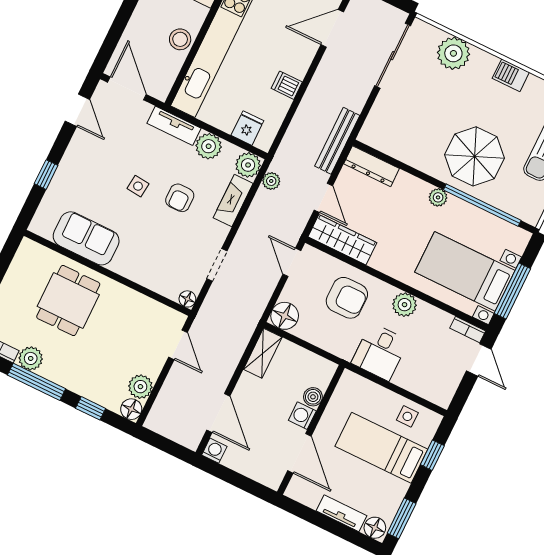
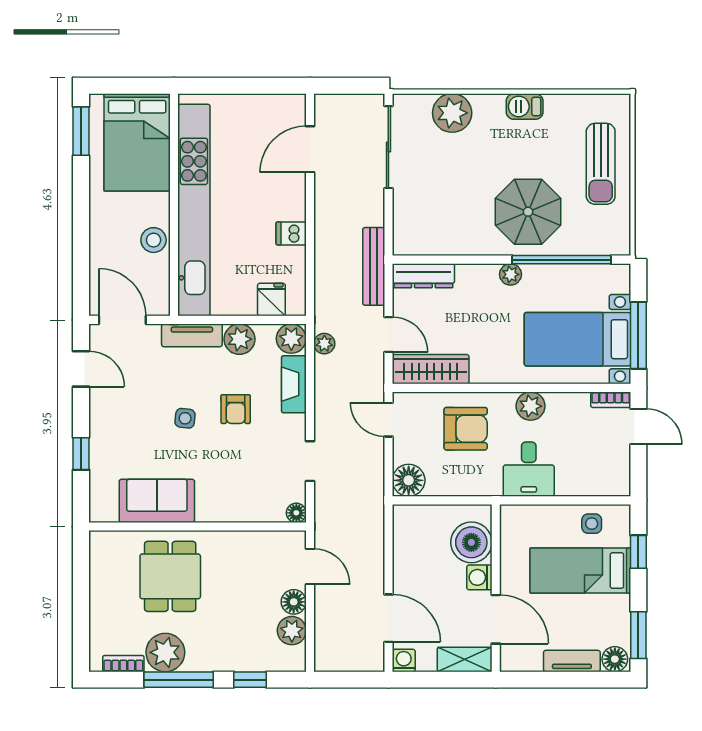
shelving: (263, 353) -> (465, 659), moved, turned 90
plant: (31, 358) -> (165, 652), width x1.36, depth x1.36
boiler: (313, 397) -> (471, 542), width x1.86, depth x1.86
floor lamp: (131, 409) -> (294, 602), moved

